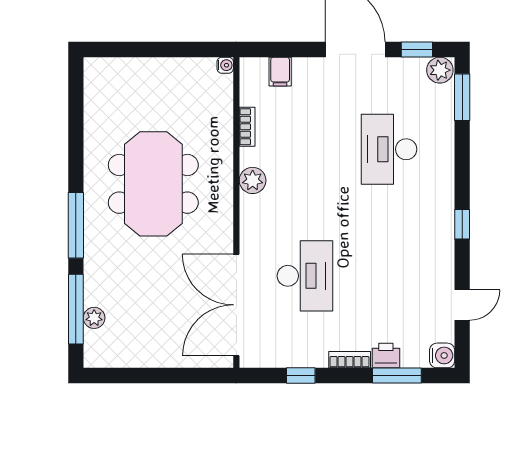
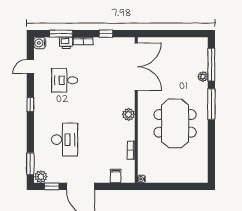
plant: (253, 180) -> (129, 114), moved
desk: (305, 276) -> (65, 80), moved, width x0.73
plant: (94, 318) -> (203, 77), moved

